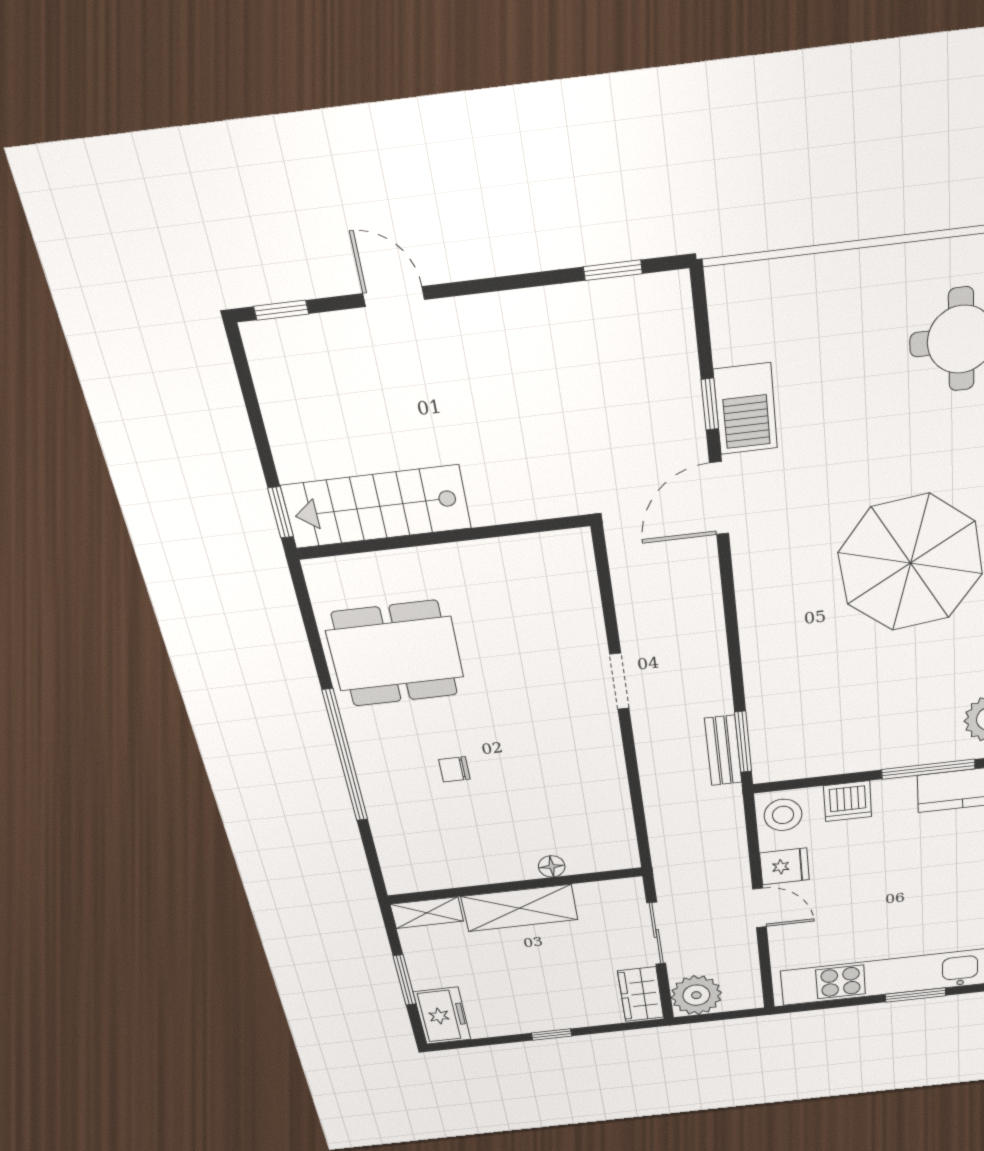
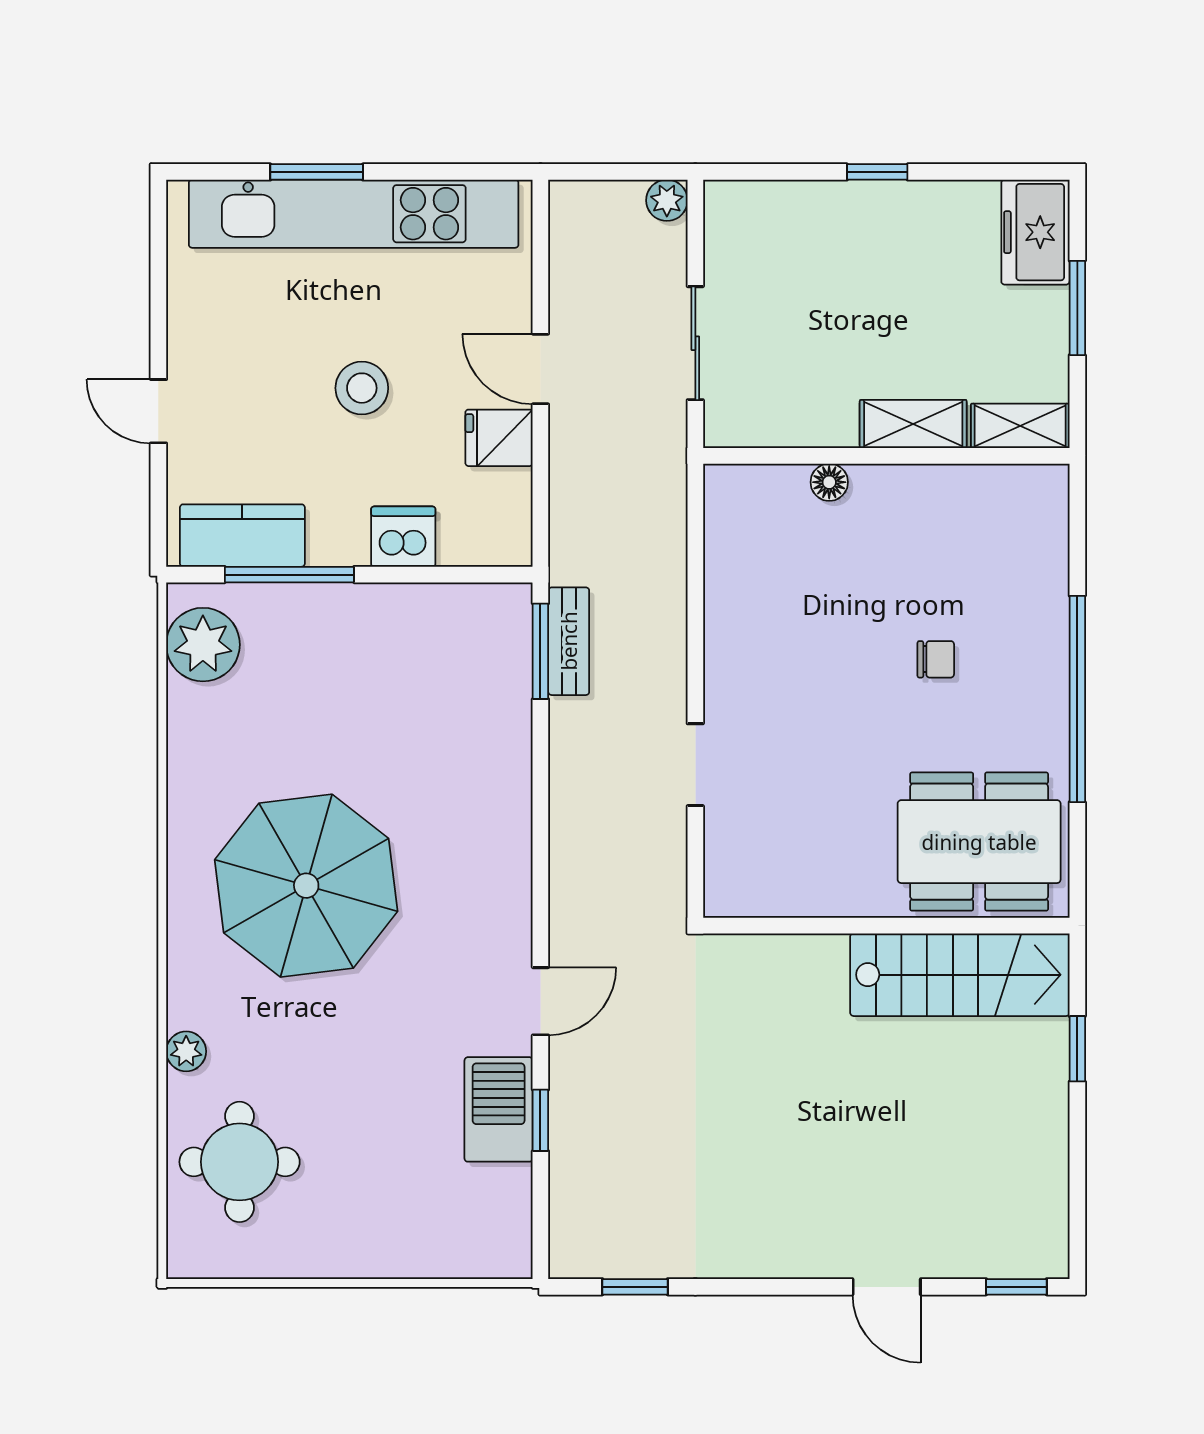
door: (719, 498) -> (540, 1001), width x0.73
stairs: (376, 507) -> (960, 975), moved
wall: (443, 537) -> (886, 926), moved
stool: (783, 815) -> (362, 388), moved
shelving: (520, 908) -> (913, 424), width x0.67, depth x0.75
wardrobe: (641, 994) -> (732, 232), removed
plant: (696, 995) -> (667, 200), width x0.53, depth x0.53

